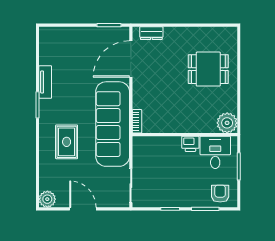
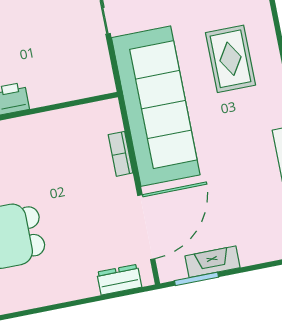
fireplace: (98, 33) -> (213, 262), added
bookcase: (137, 121) -> (120, 154), moved

